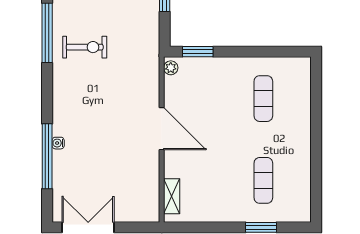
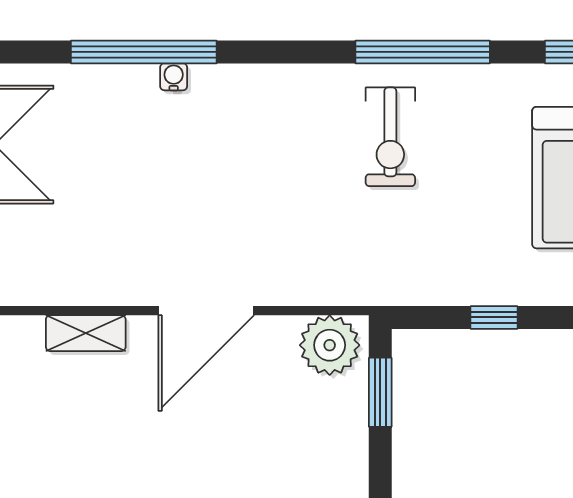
plant: (171, 68) -> (330, 345), width x1.88, depth x1.88
shelving: (172, 196) -> (86, 333), moved

